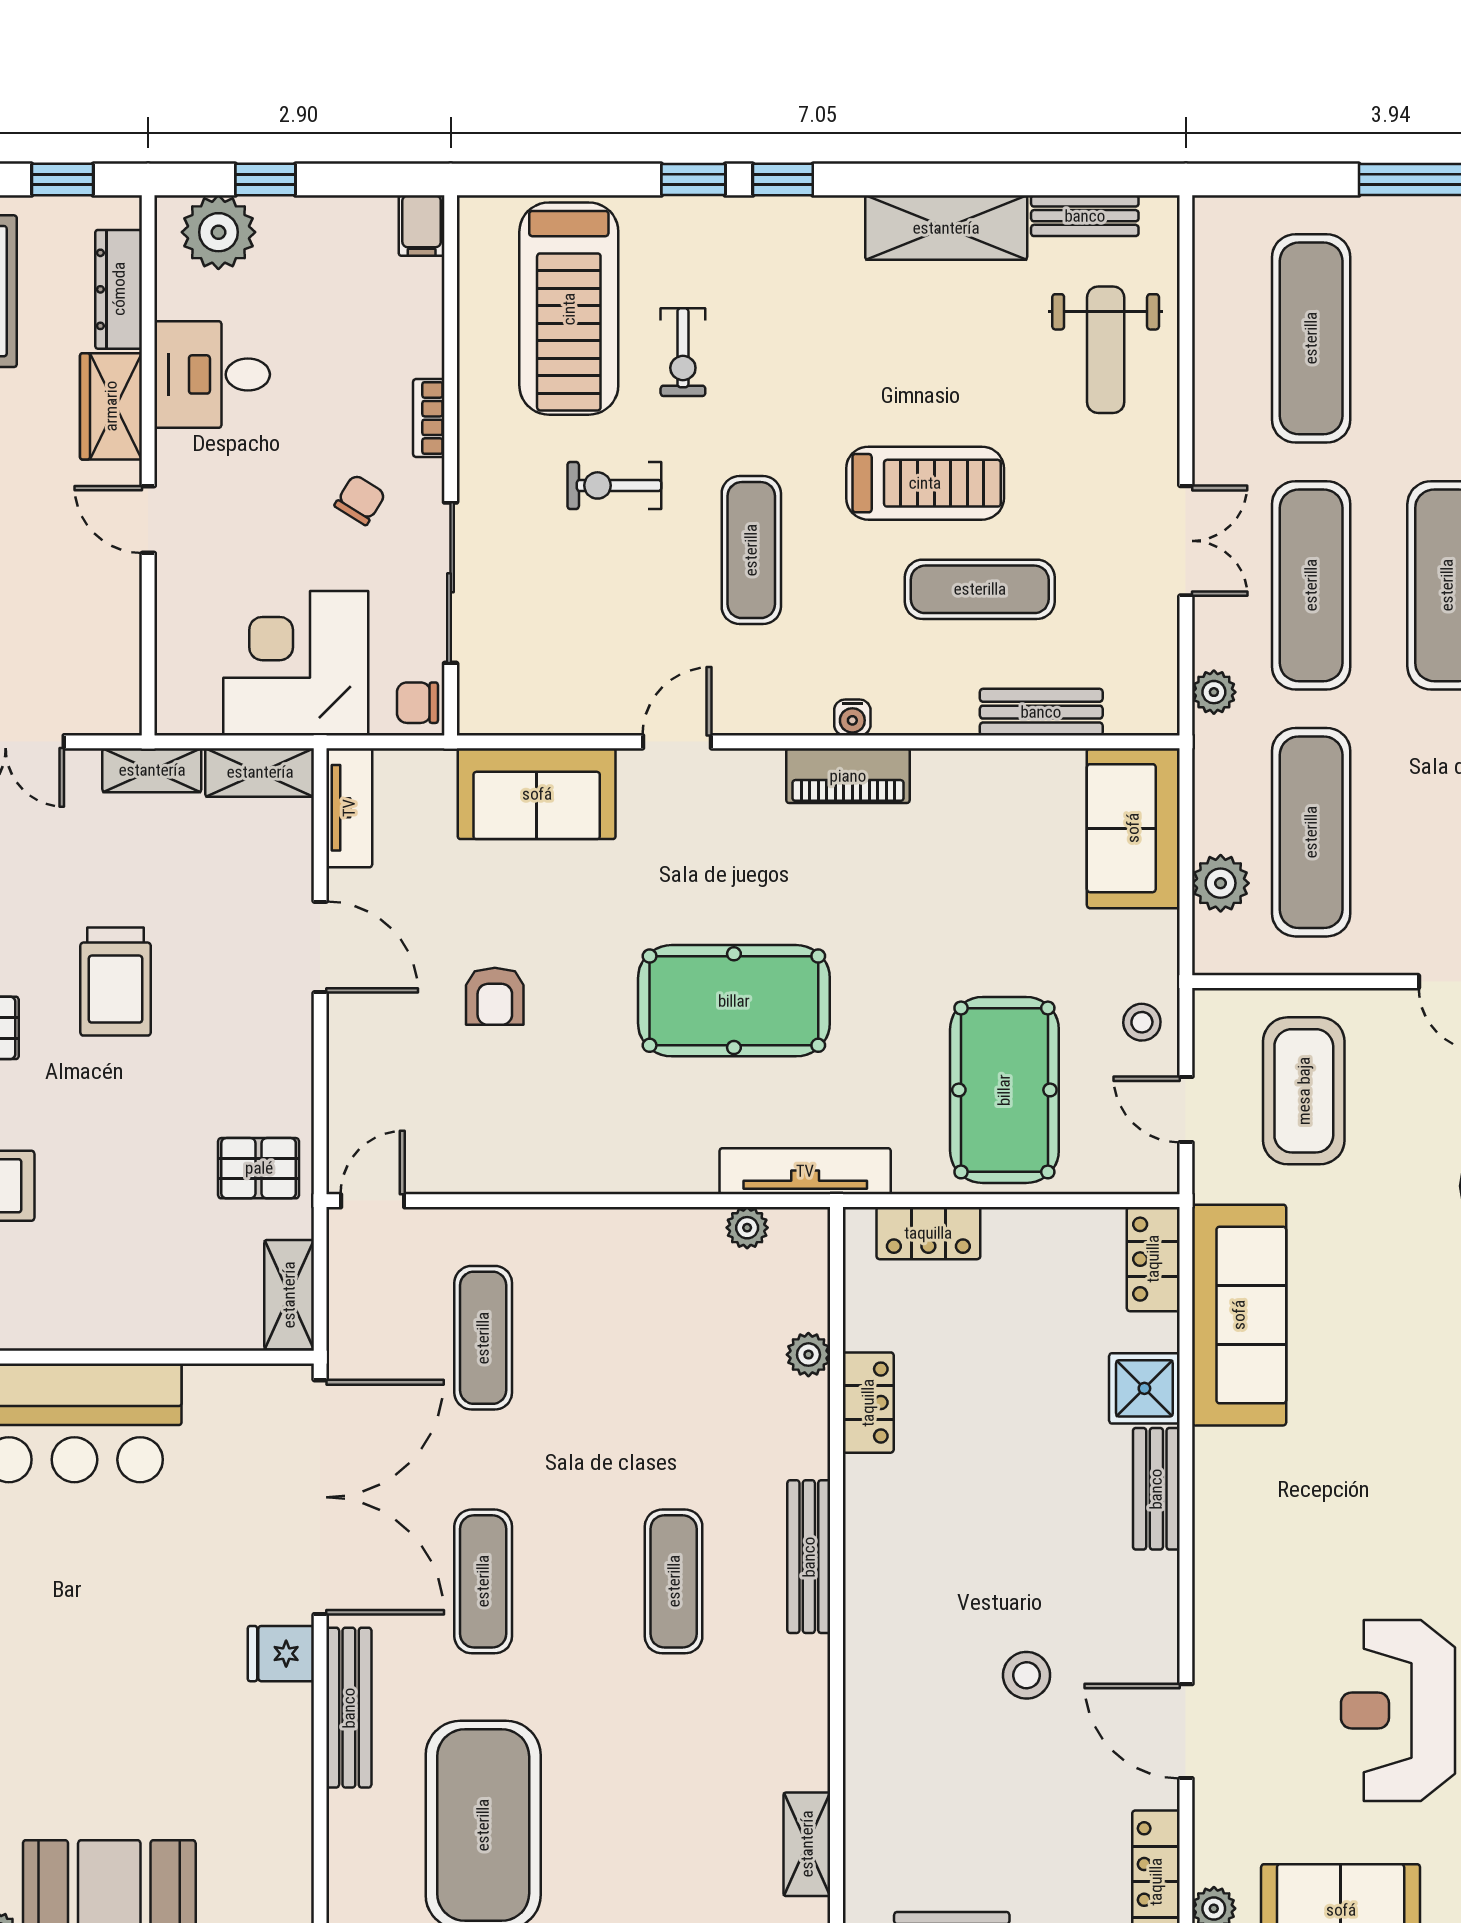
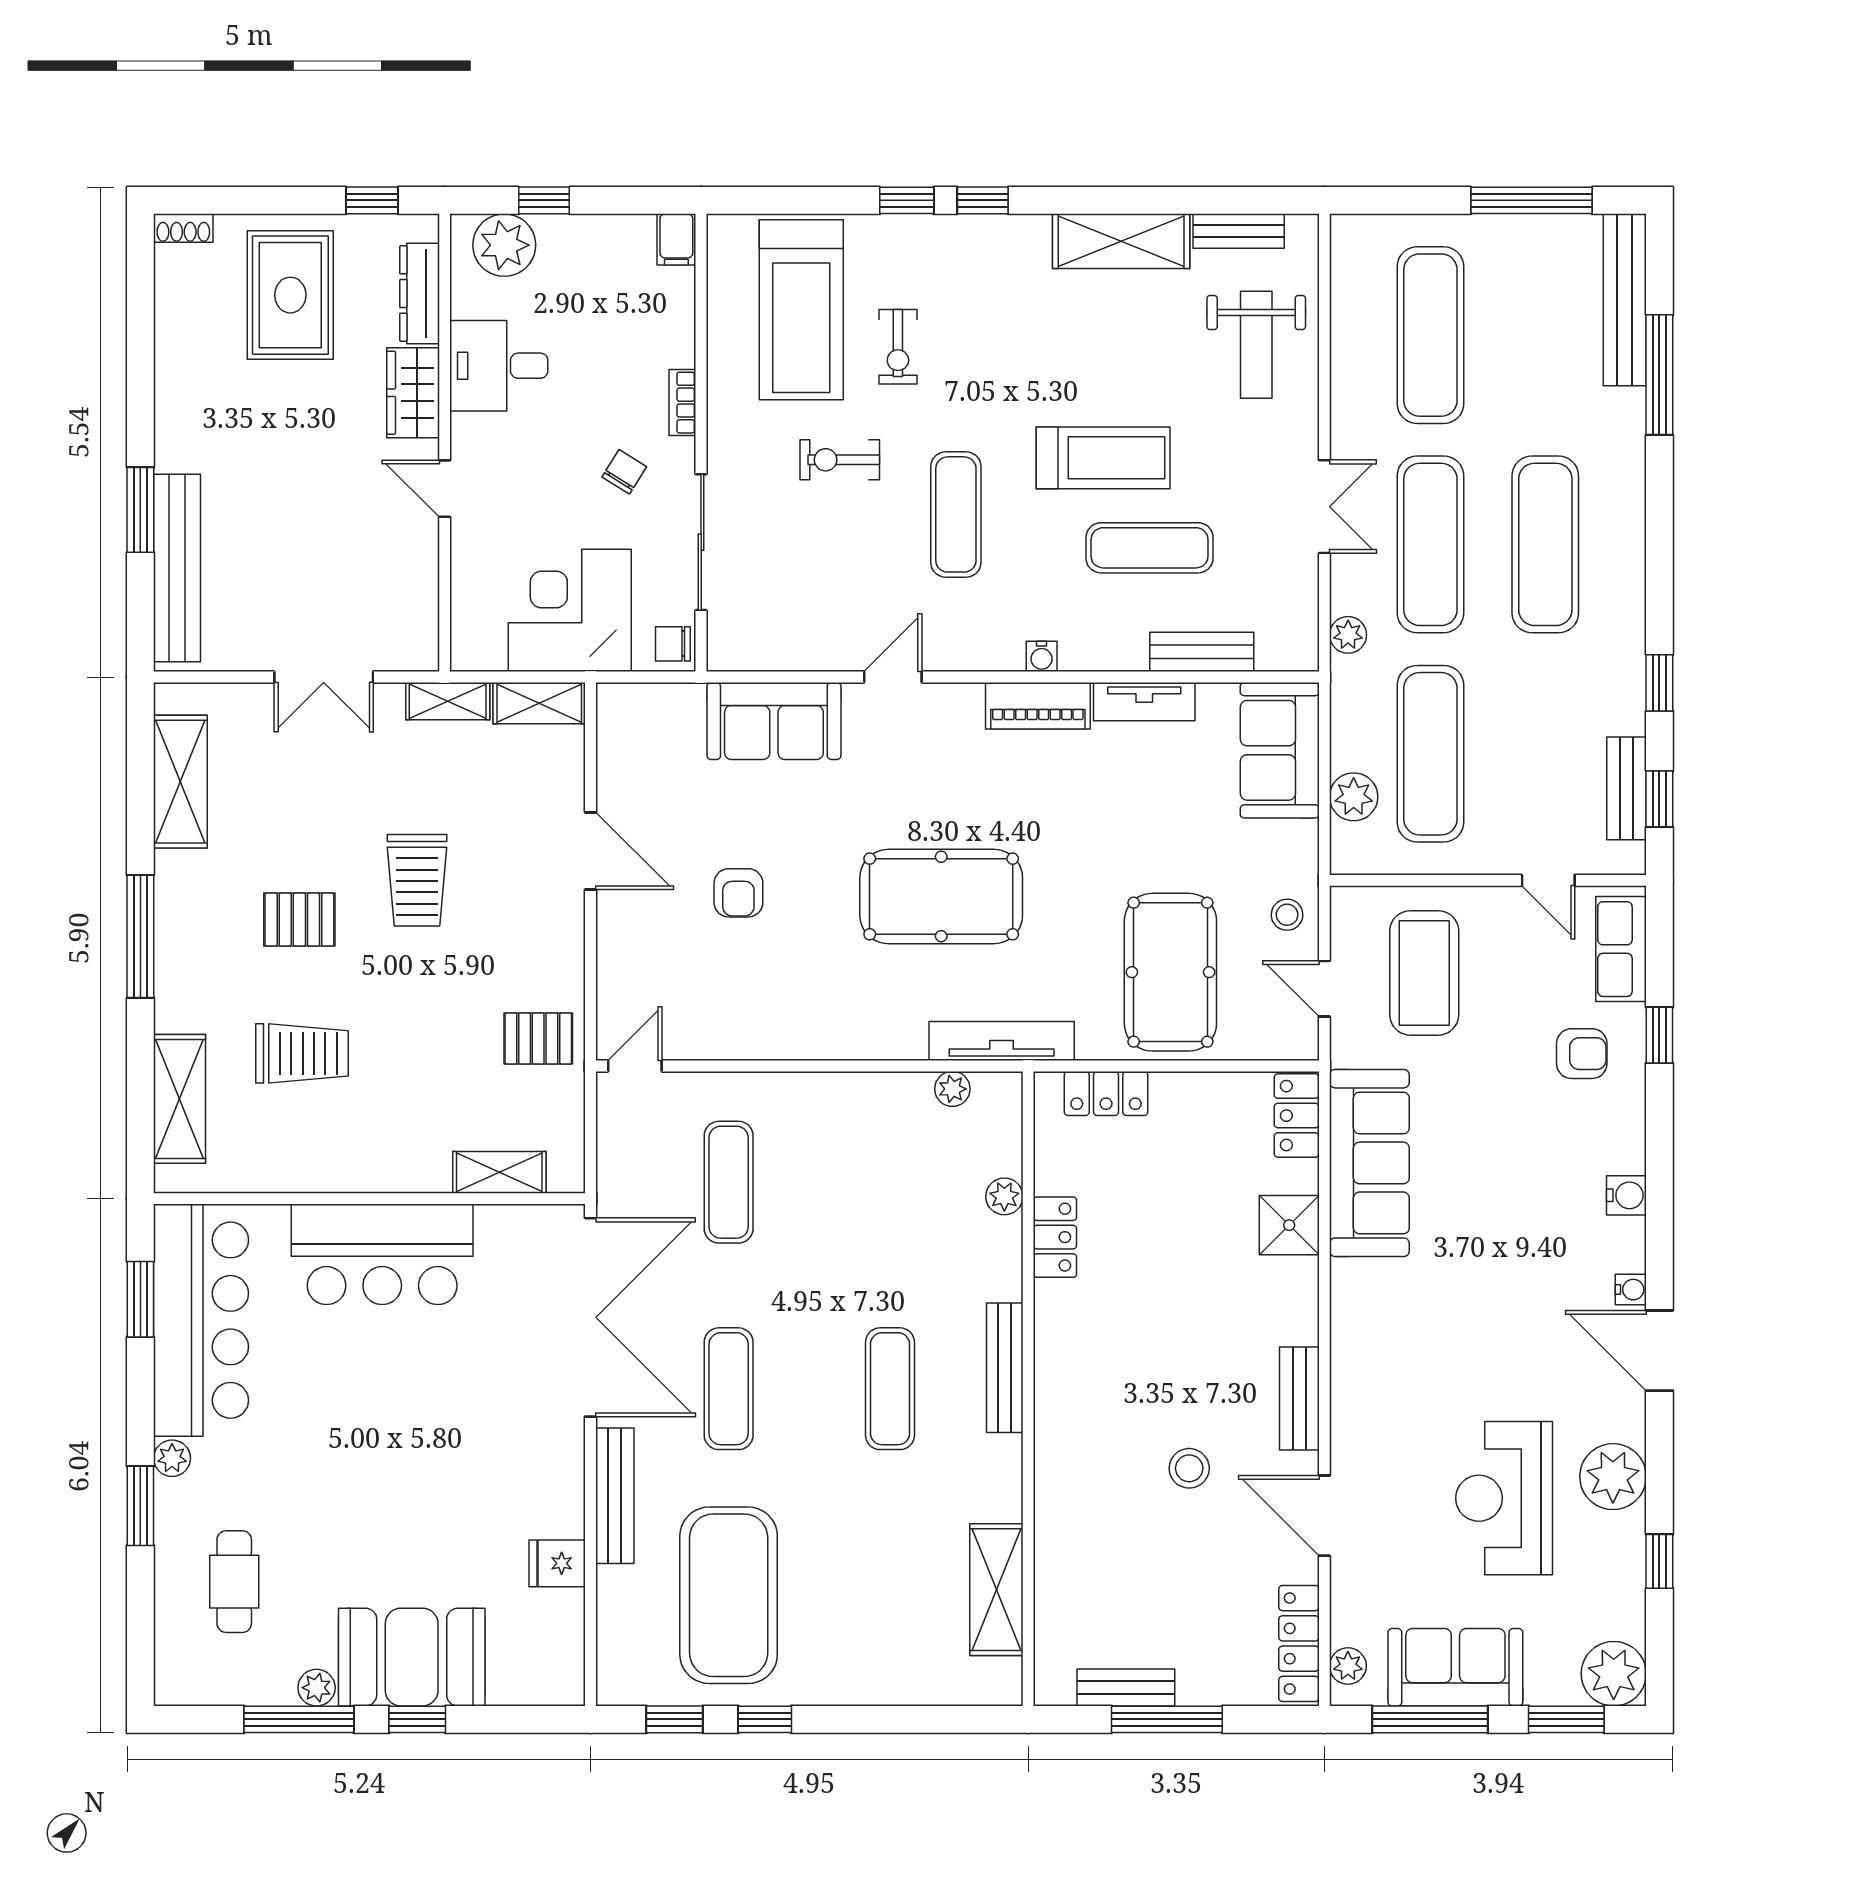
tv unit: (349, 808) -> (1144, 702), moved, turned 90
shelving: (289, 1295) -> (499, 1172), moved, turned 90
bench: (1156, 1489) -> (1299, 1399), moved
fridge: (281, 1654) -> (557, 1563), moved
shelving: (807, 1844) -> (996, 1590), width x1.50, depth x1.33

